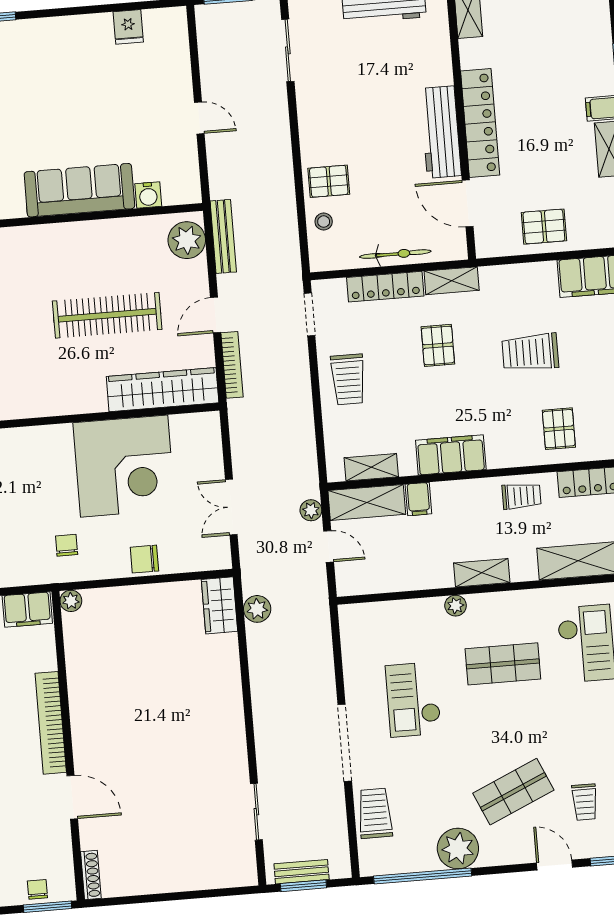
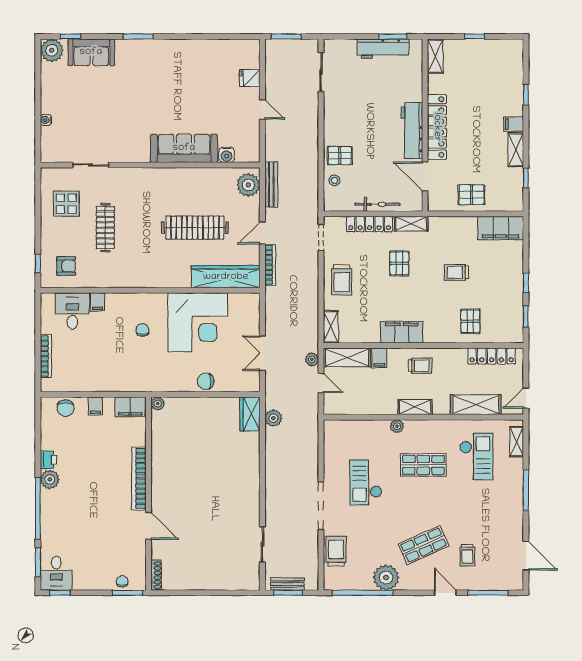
fridge: (128, 27) -> (250, 78), moved, turned 90
trolley: (530, 352) -> (456, 272), width x0.73, depth x0.72
shelving: (371, 467) -> (331, 327), moved, turned 90
trolley: (522, 496) -> (420, 366), moved
chair: (67, 545) -> (142, 330), moved

